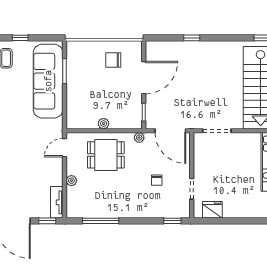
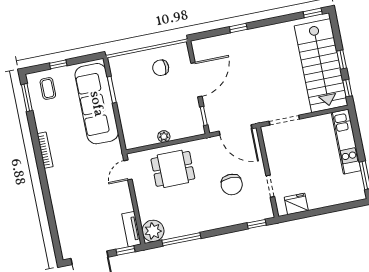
plant: (139, 138) -> (204, 144), removed
chair: (157, 180) -> (232, 184), width x1.87, depth x1.87
plant: (71, 181) -> (153, 231), moved, width x1.88, depth x1.88

